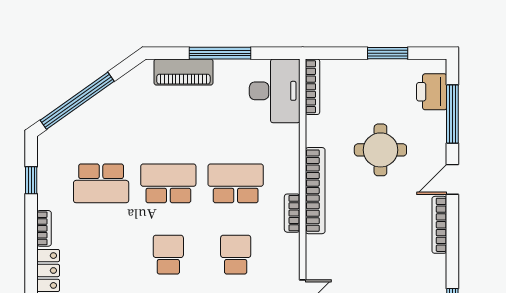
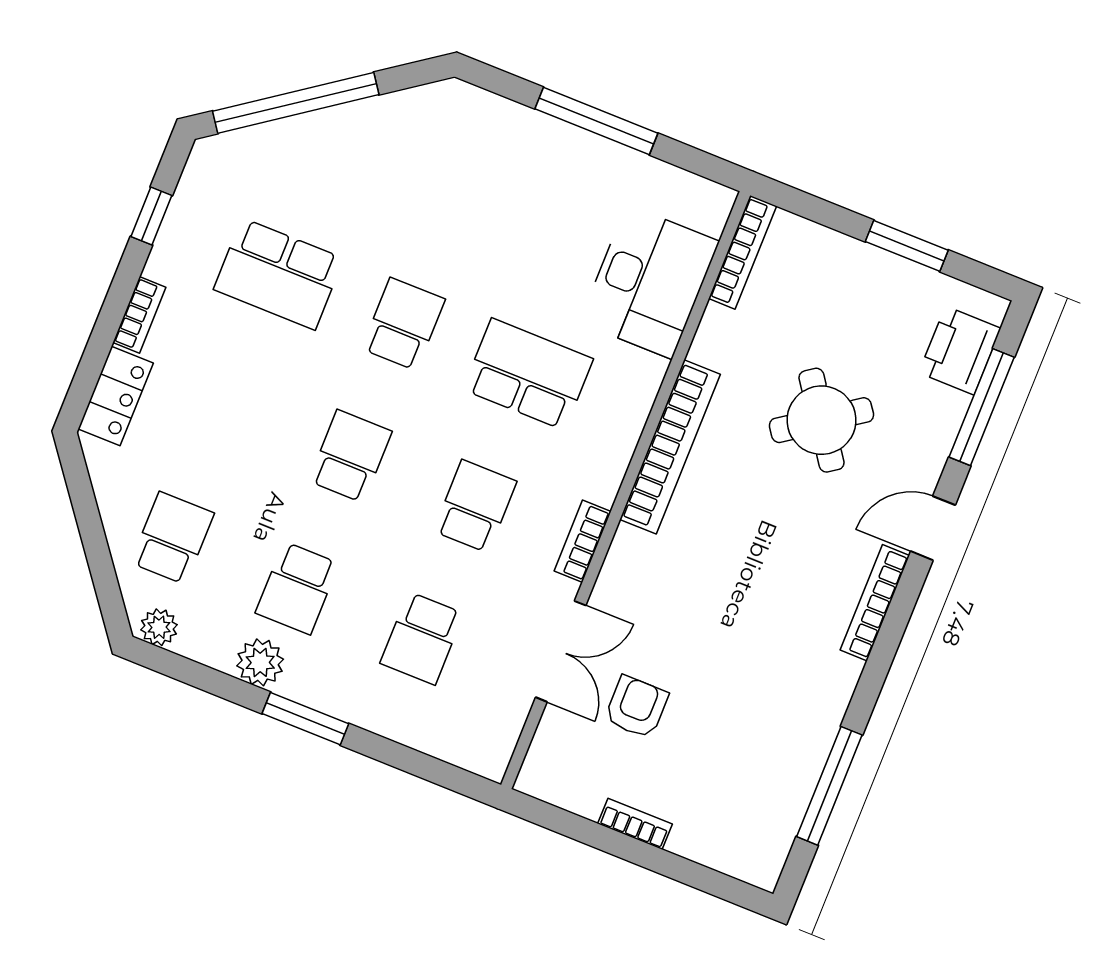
piano: (183, 72) -> (514, 129), removed
desk: (275, 91) -> (649, 282), moved
round table: (380, 150) -> (821, 420), turned -35
school desk: (168, 183) -> (403, 324), width x0.54
bookcase: (292, 213) -> (583, 541), moved

